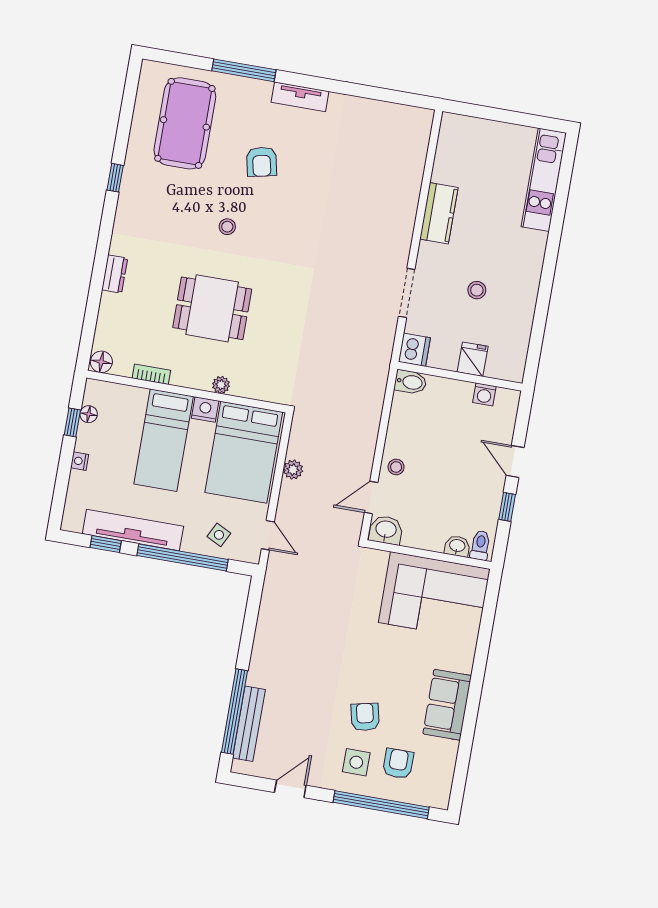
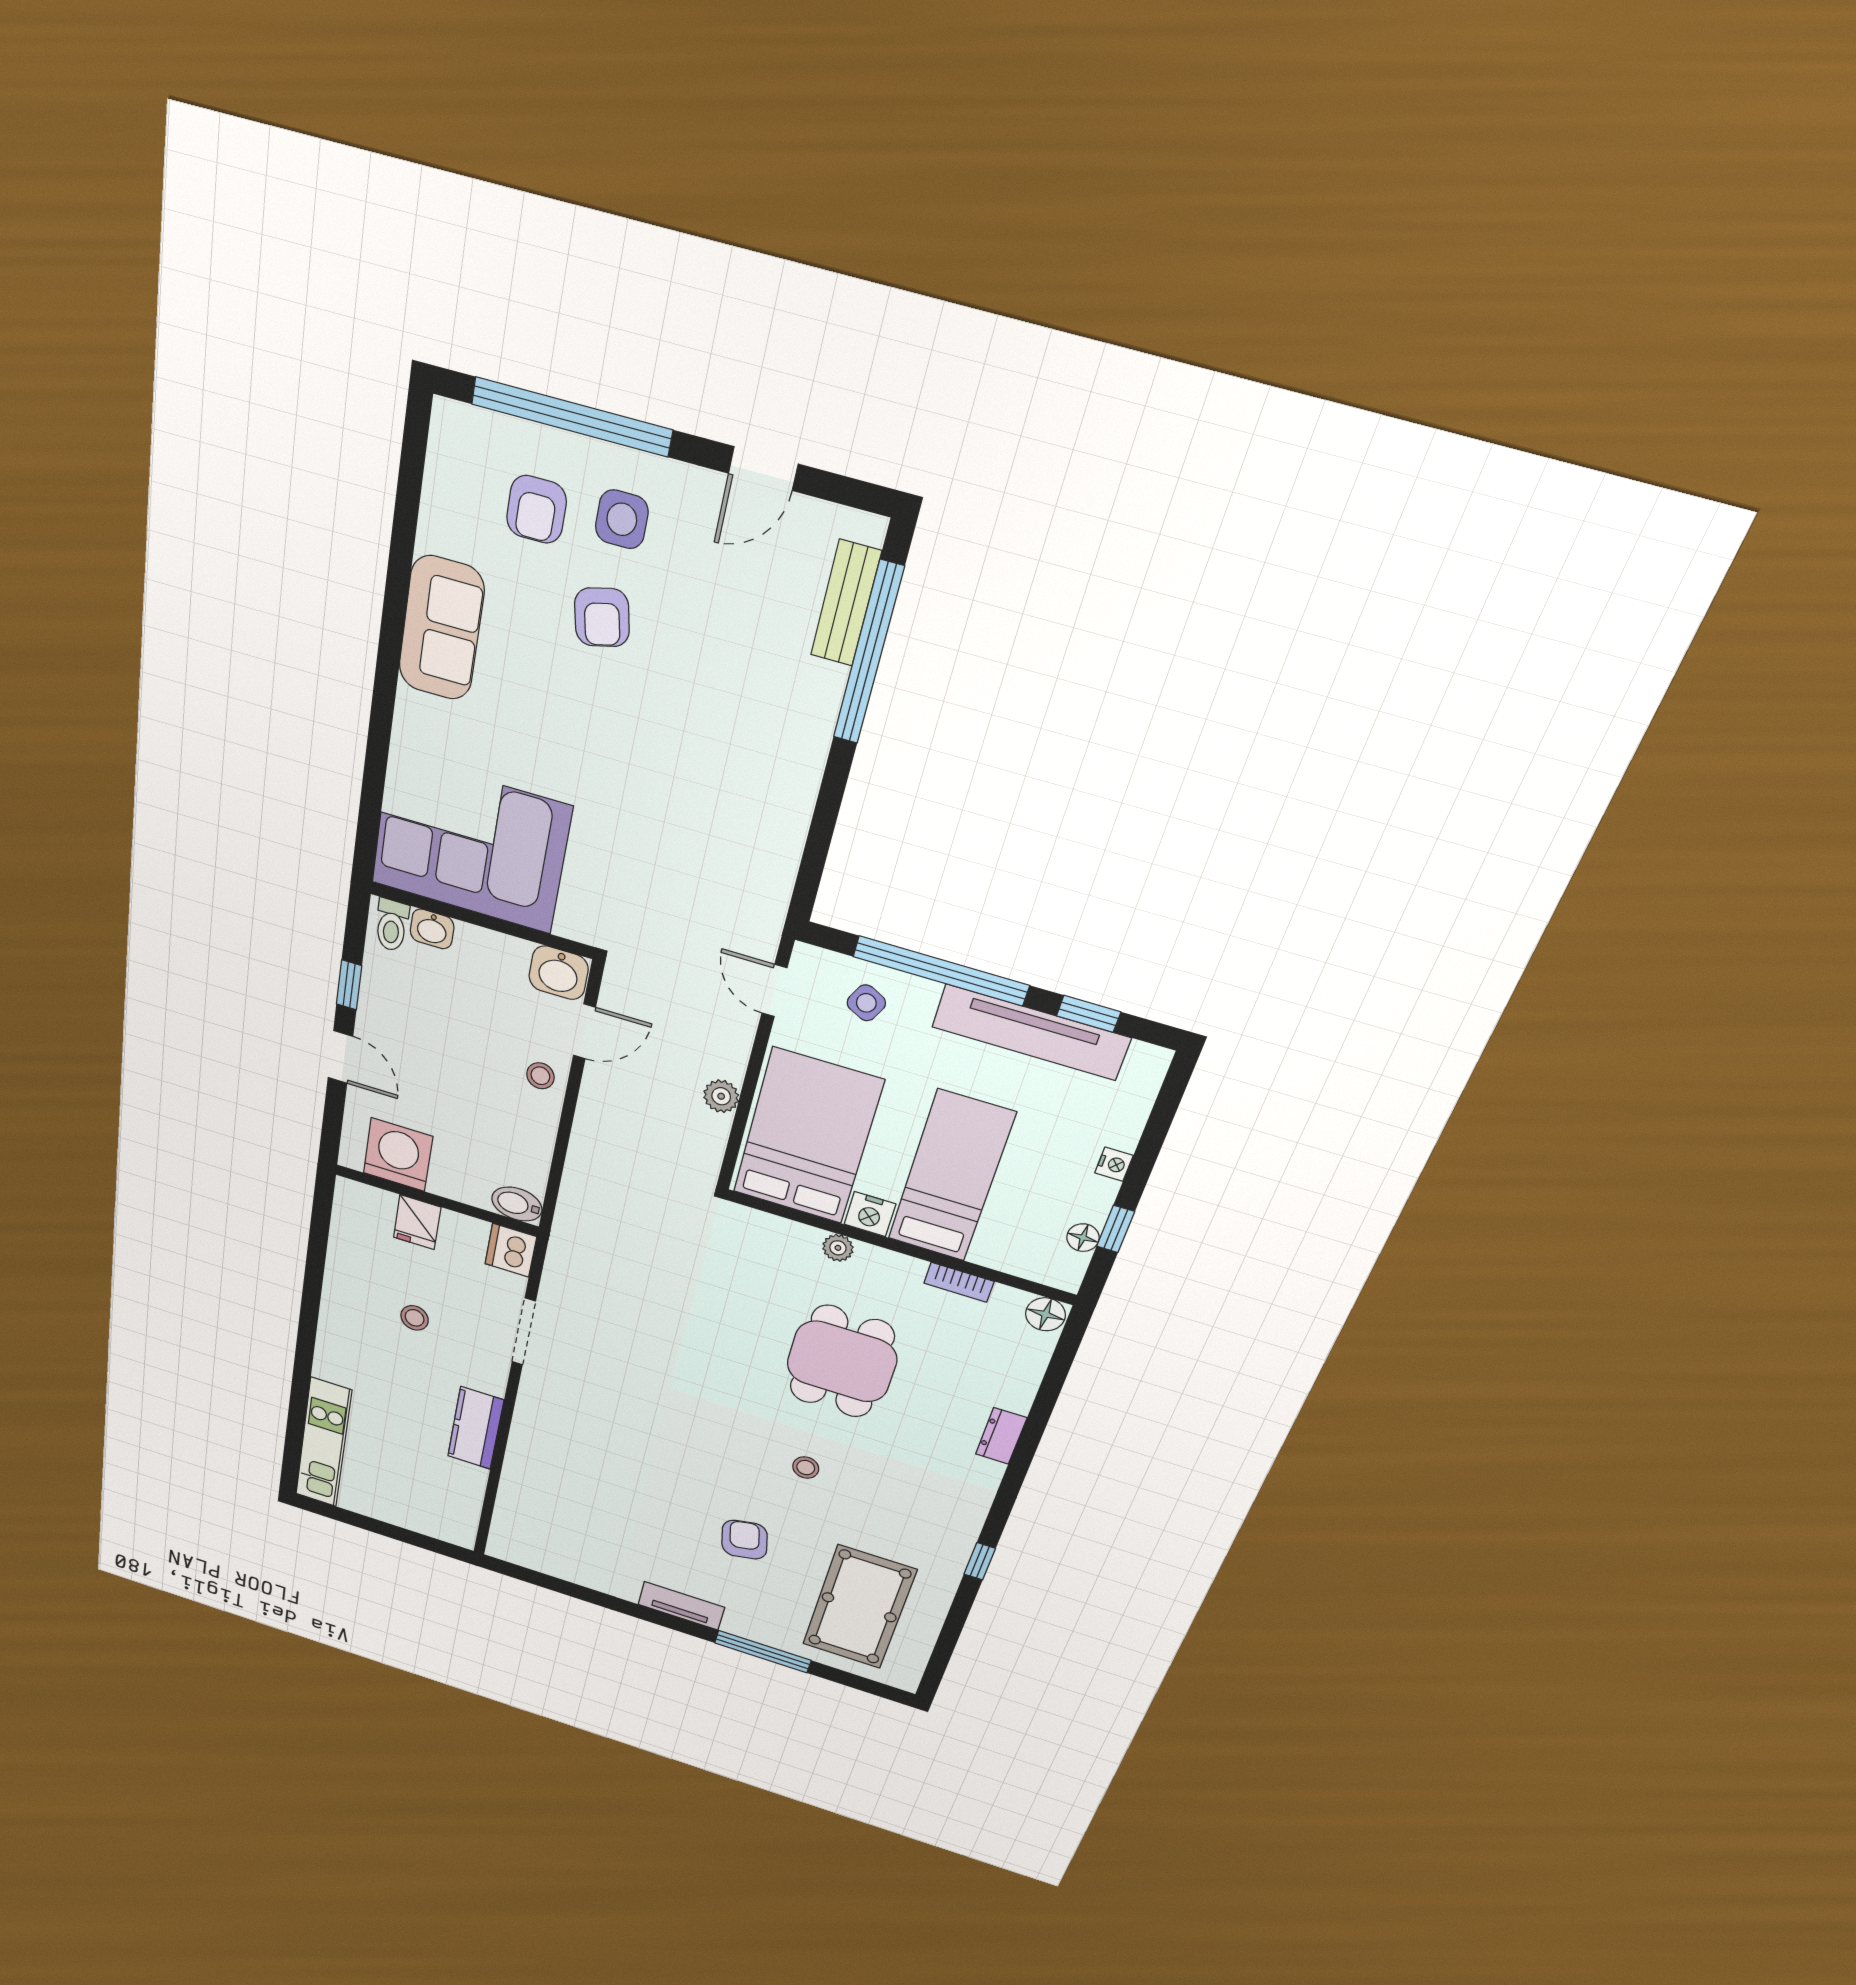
dining table: (212, 308) -> (842, 1362), turned 90
washing machine: (484, 394) -> (398, 1155), width x1.89, depth x1.89
bench: (249, 724) -> (846, 603), width x0.73

